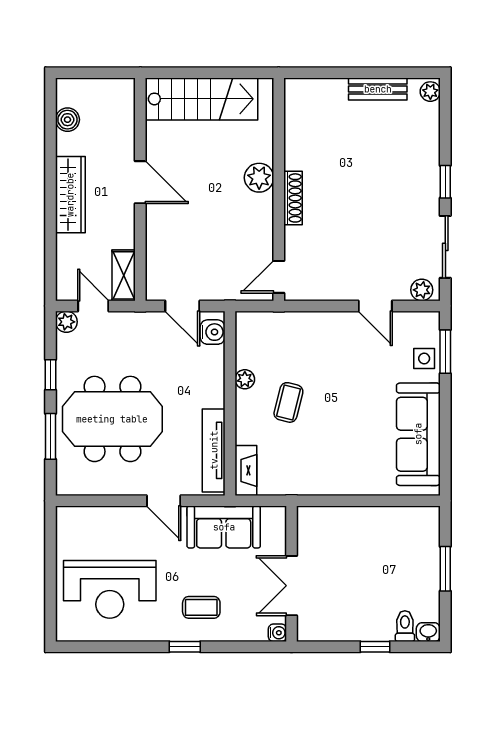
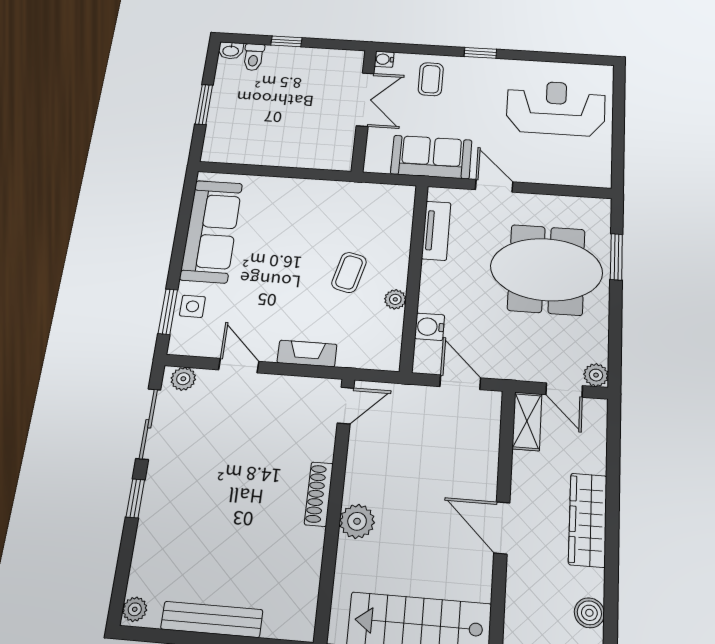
bench: (378, 89) -> (212, 619), width x1.36
water cooler: (213, 332) -> (430, 327), moved
window: (51, 375) -> (615, 320), removed
tv unit: (214, 450) -> (436, 231), width x0.71
fireplace: (246, 470) -> (307, 354), moved, turned 90
coffee table: (201, 607) -> (431, 79), moved, turned 90

